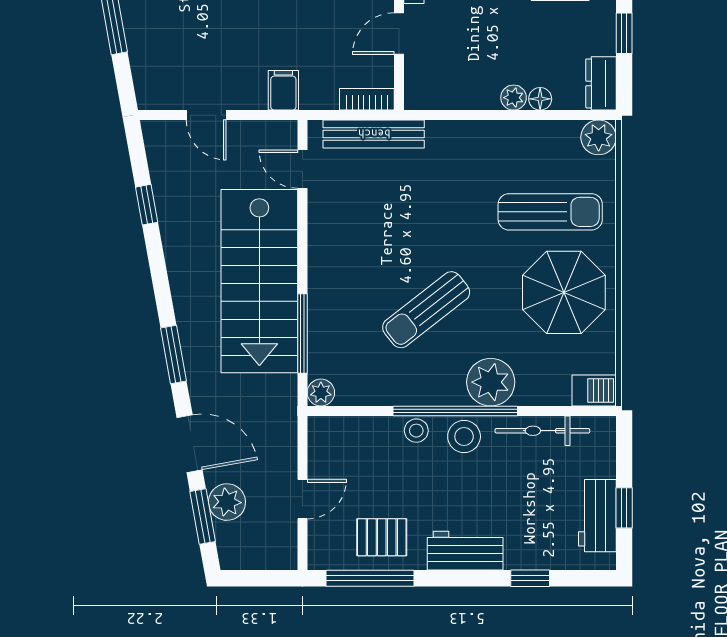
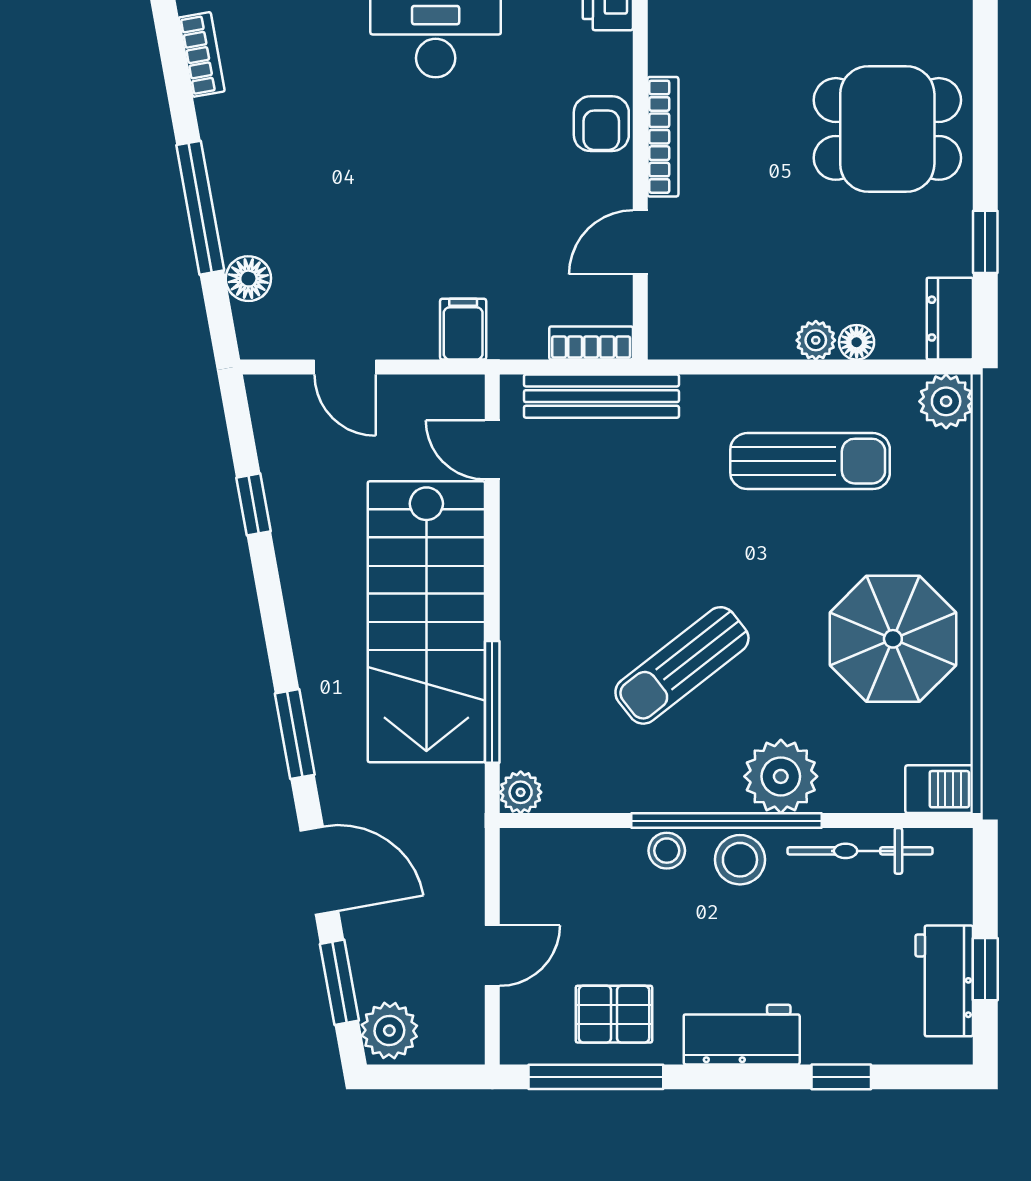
floor lamp: (143, 57) -> (248, 279), added
sun lounger: (550, 212) -> (810, 461), moved
plant: (227, 502) -> (389, 1031), moved

